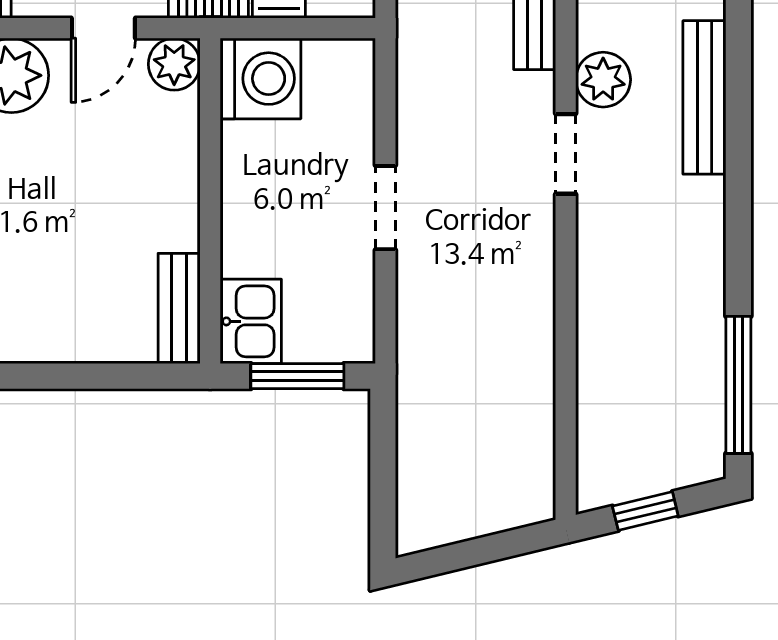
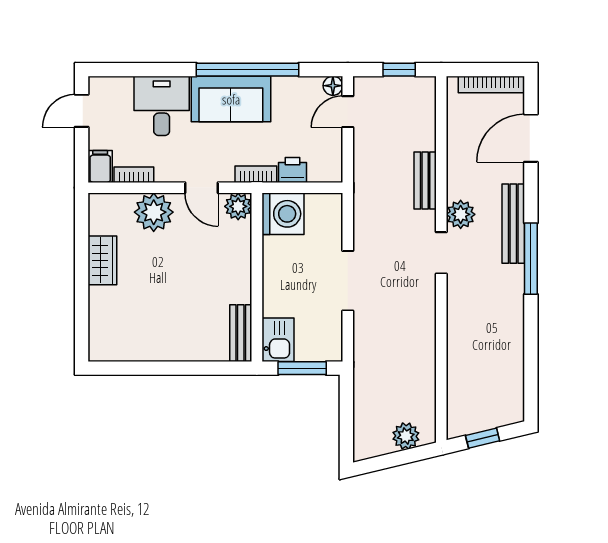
door: (103, 28) -> (201, 188), hinge flipped
doorway: (385, 208) -> (348, 281), width x1.38
window: (738, 385) -> (531, 259), moved
plant: (497, 507) -> (406, 436), added

